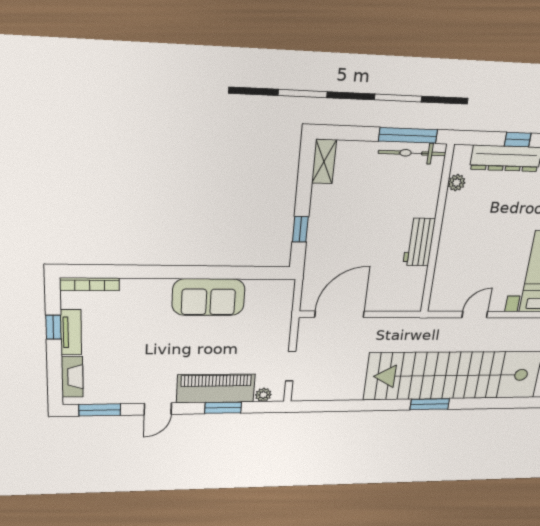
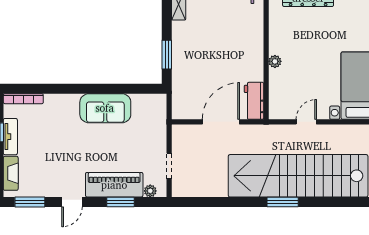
plant: (457, 183) -> (275, 61), moved
window: (300, 229) -> (167, 55), width x1.50
workbench: (419, 242) -> (254, 101), moved
door: (340, 314) -> (221, 122), moved

